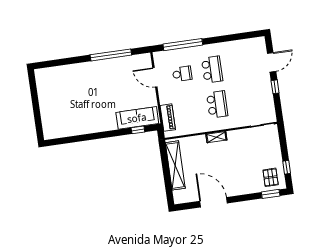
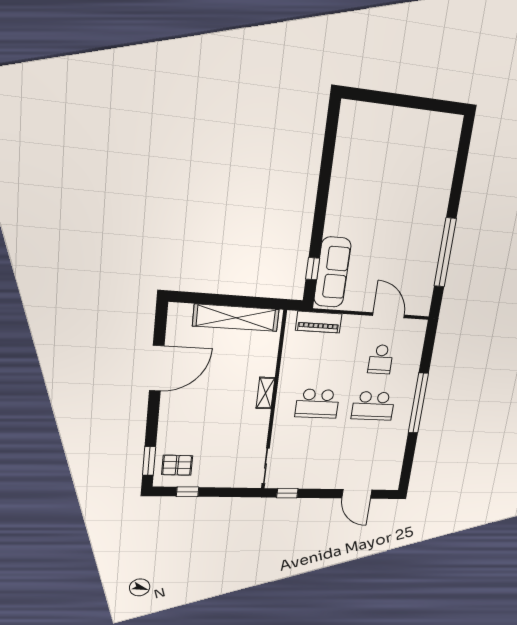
window: (183, 45) -> (418, 403), moved
door: (155, 77) -> (389, 315), hinge flipped
window: (275, 87) -> (287, 493), moved

